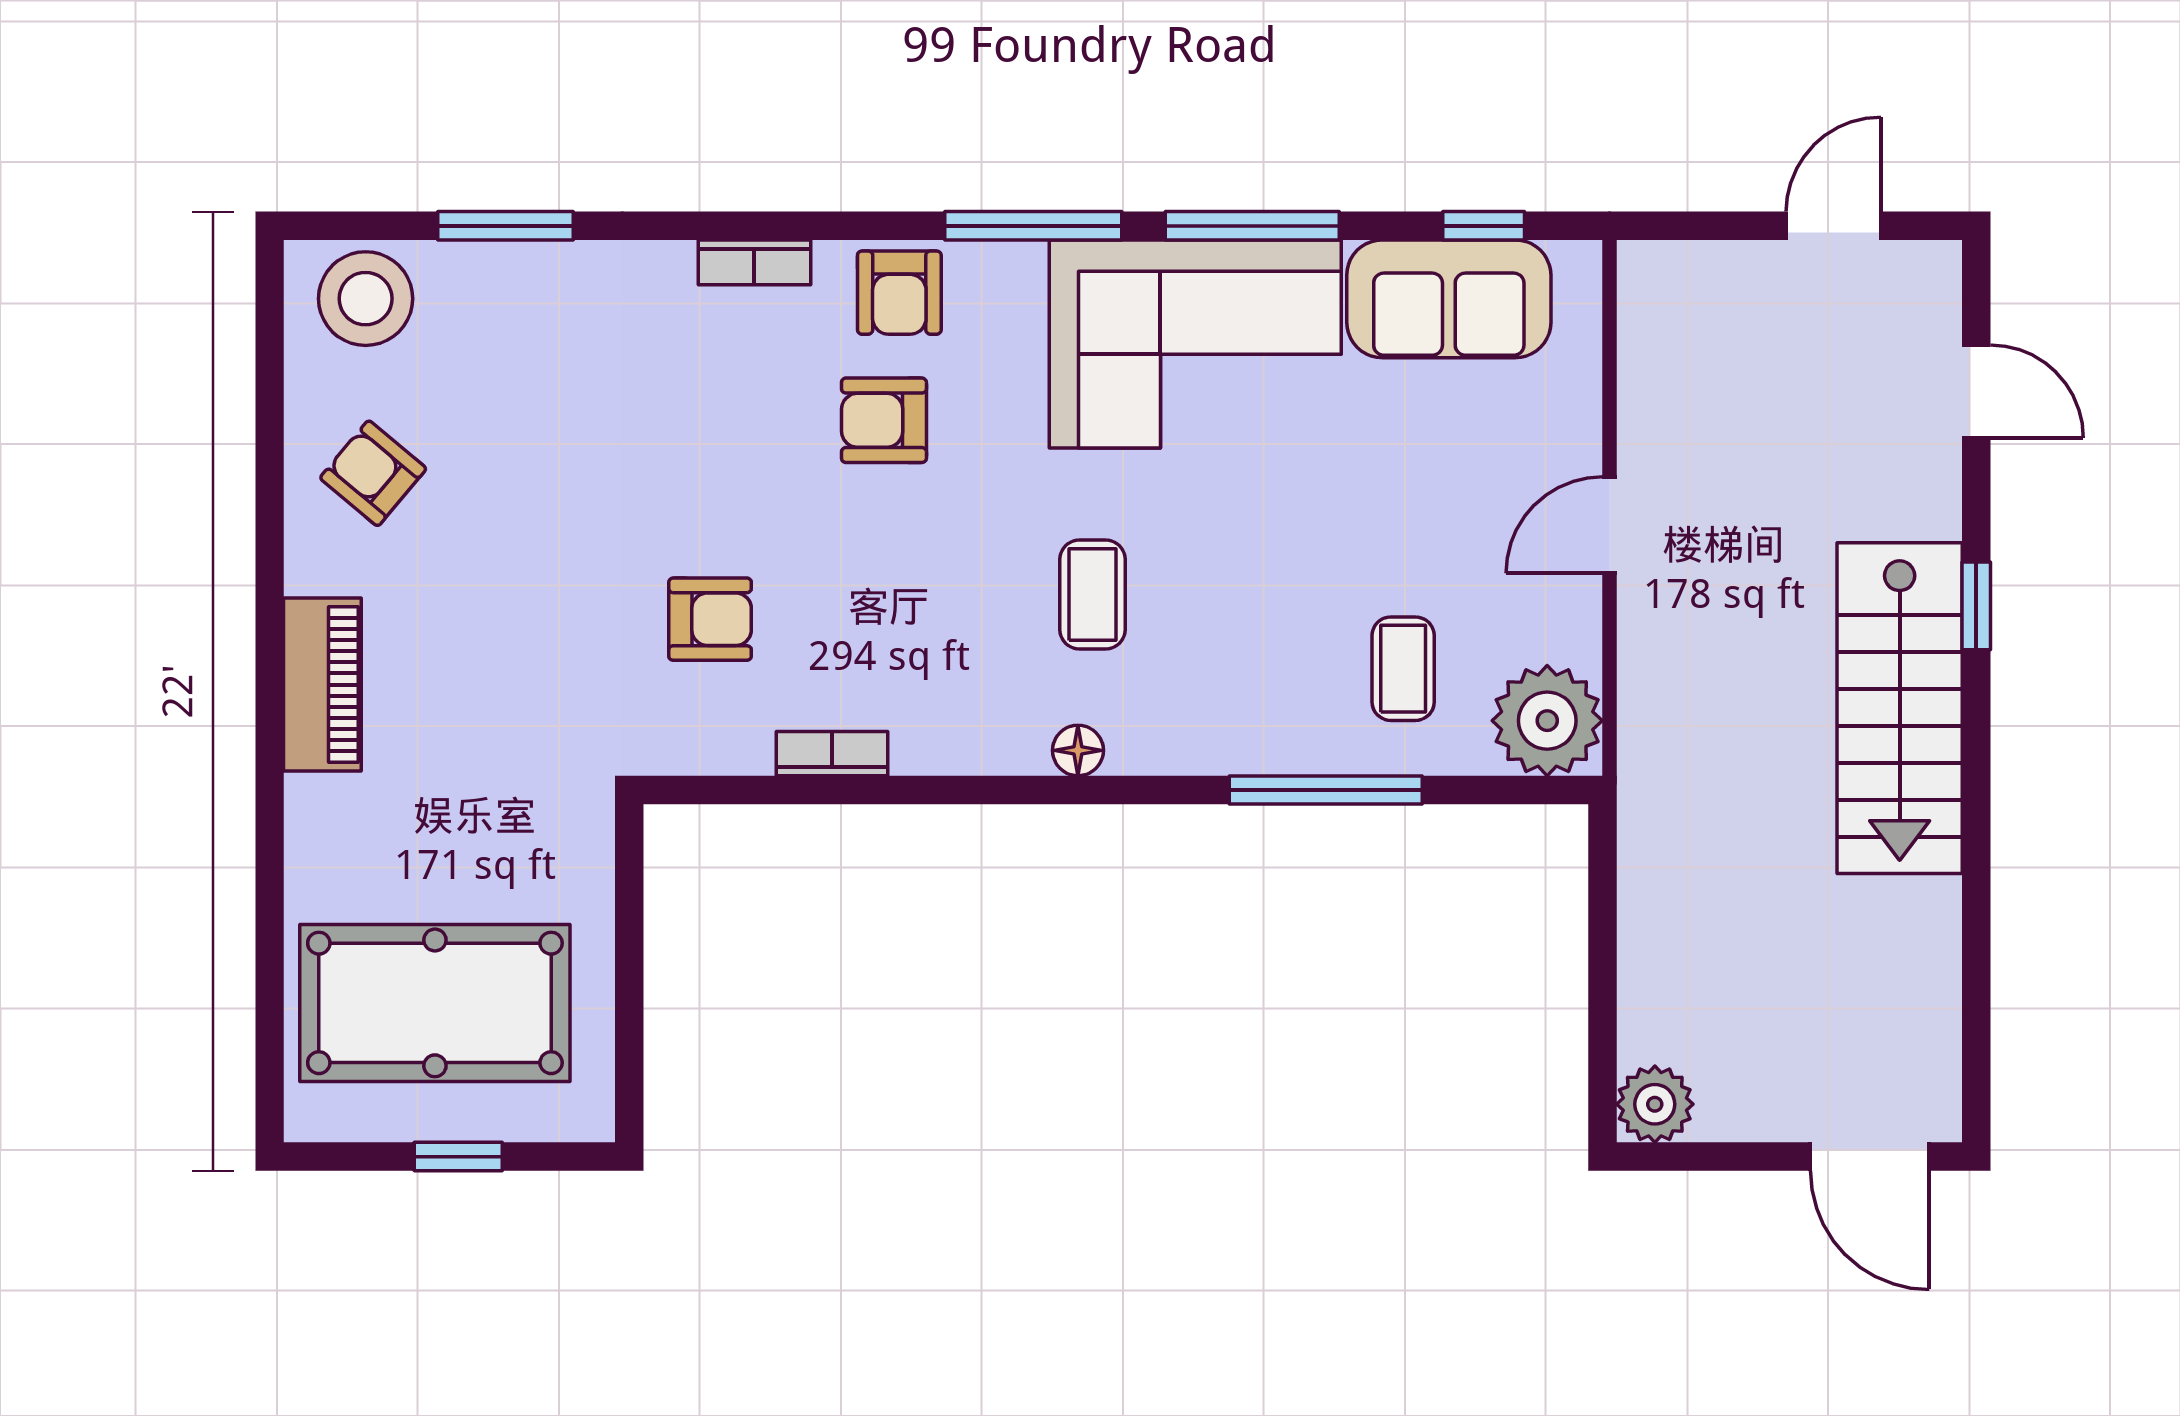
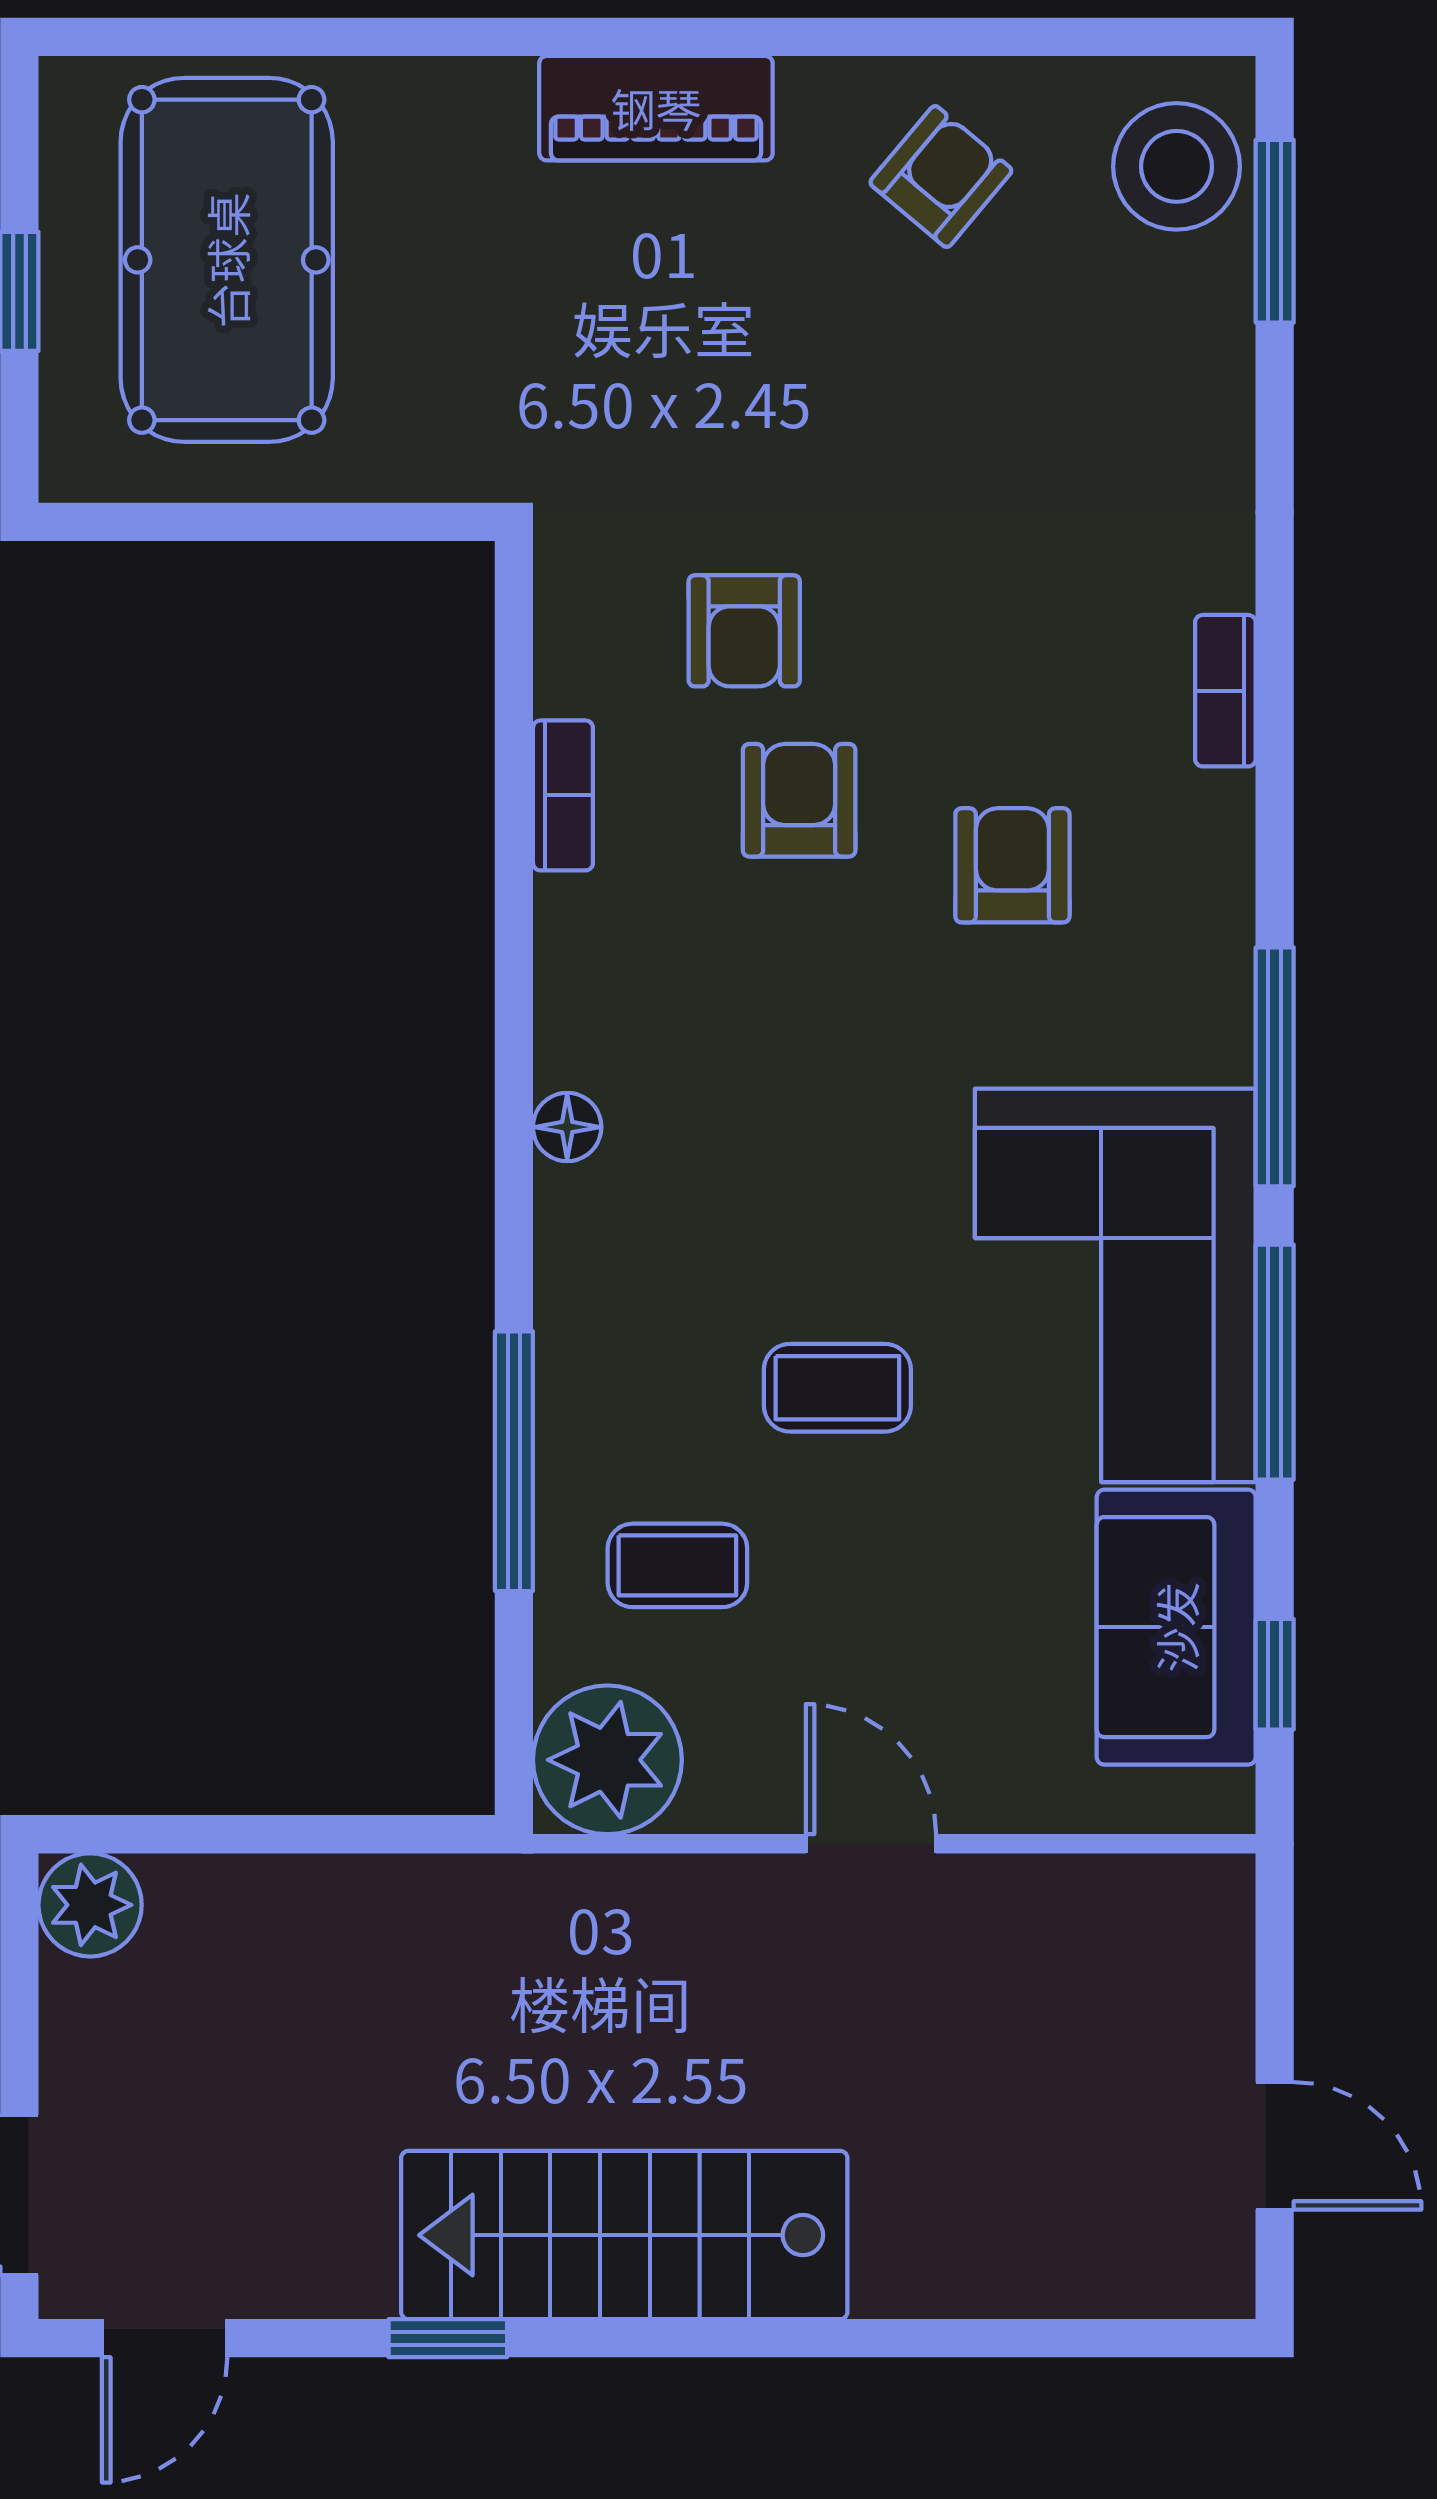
window: (505, 226) -> (1275, 231), moved
armchair: (899, 293) -> (799, 800), moved, turned 90
door: (1976, 391) -> (165, 2338), moved
coffee table: (1092, 594) -> (837, 1388), moved
window: (1976, 606) -> (448, 2338), moved

